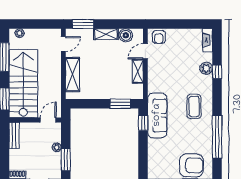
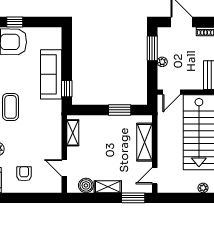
armchair: (159, 37) -> (24, 174), moved
door: (145, 51) -> (64, 168), swing flipped
shelving: (138, 71) -> (73, 133), moved
window: (120, 104) -> (120, 110), moved
sofa: (157, 115) -> (51, 74), moved

